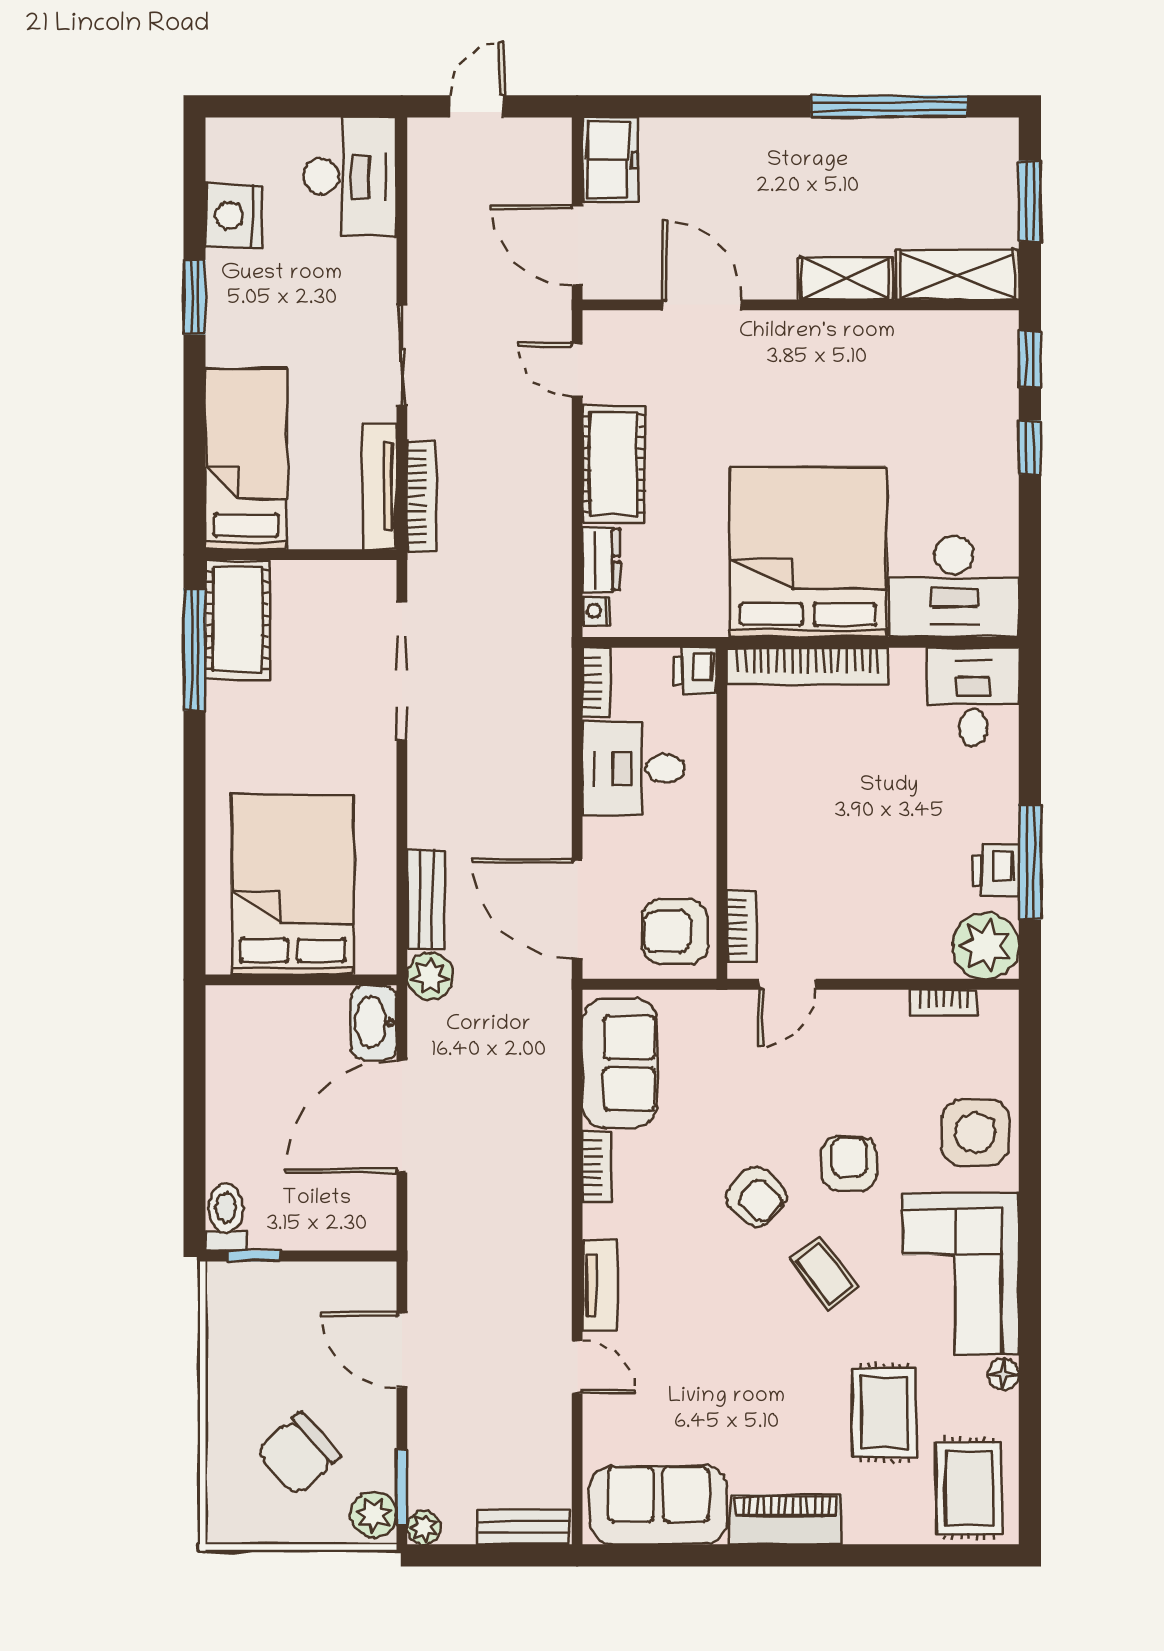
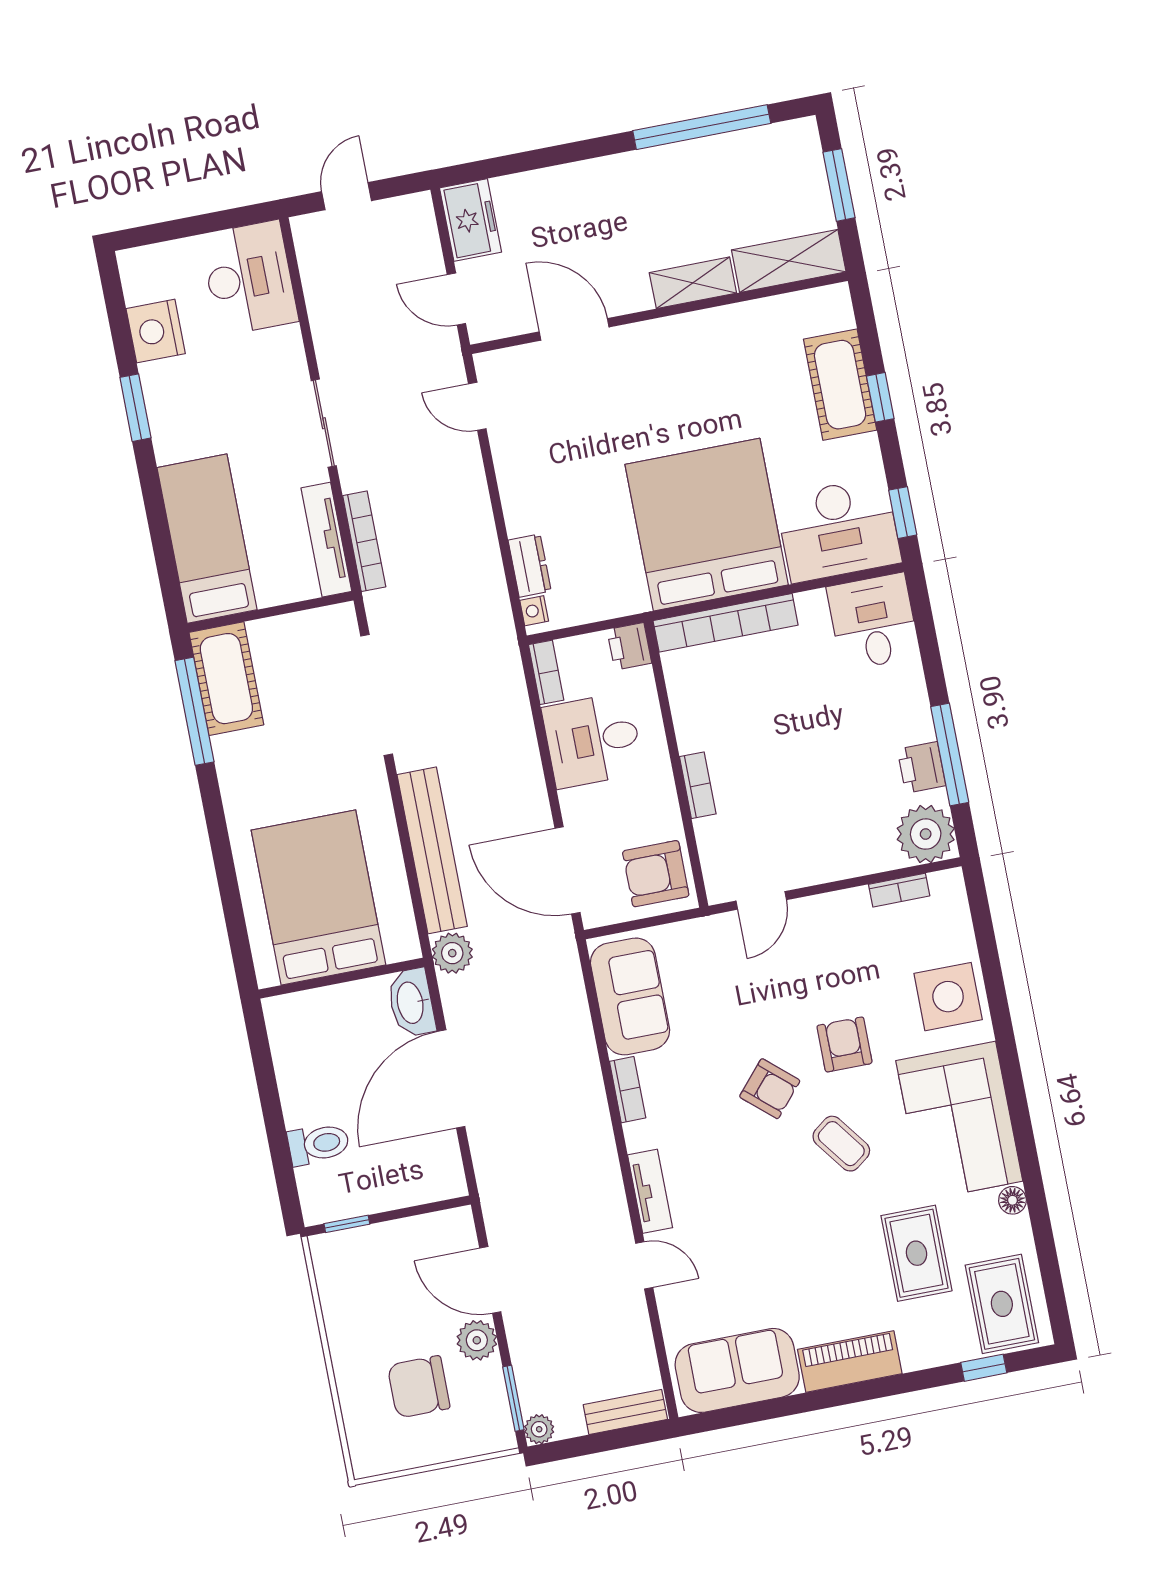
door: (577, 245) -> (456, 299), width x0.73
window: (1030, 359) -> (903, 513), moved
cot: (614, 464) -> (840, 385), moved
bench: (426, 900) -> (432, 850), width x1.86, depth x1.21
bookcase: (741, 926) -> (698, 785), moved
toilet: (226, 1217) -> (319, 1144), moved, turned 90
chair: (298, 1454) -> (419, 1387), turned 42
plant: (374, 1515) -> (477, 1340), moved
window: (935, 1555) -> (984, 1368), added

